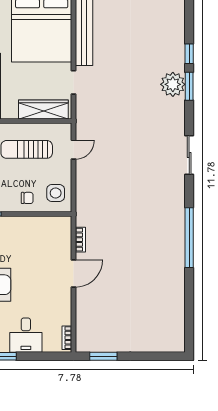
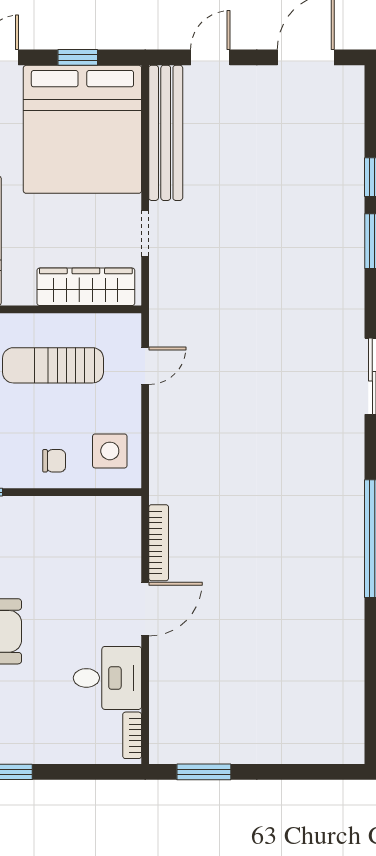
plant: (173, 84) -> (340, 237), removed
bookcase: (80, 240) -> (159, 543), width x1.56
desk: (26, 335) -> (107, 678), moved, turned -90

